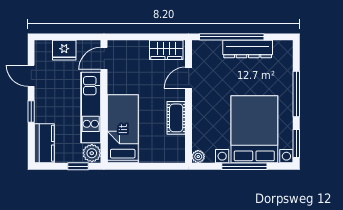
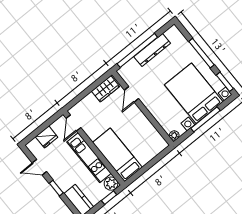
cot: (176, 118) -> (143, 123), removed

